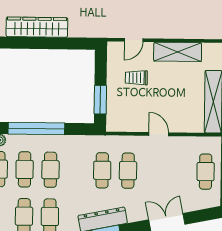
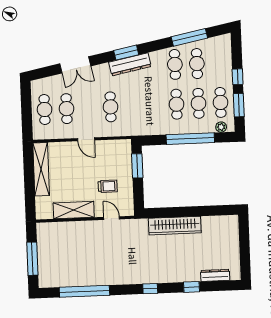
wardrobe: (37, 27) -> (175, 226), moved
door: (134, 40) -> (112, 218), hinge flipped
cafe table: (102, 170) -> (67, 109), moved

